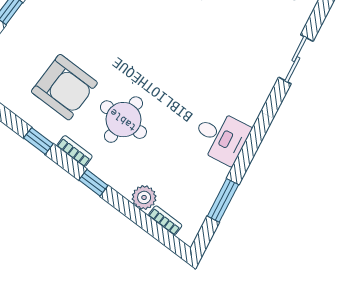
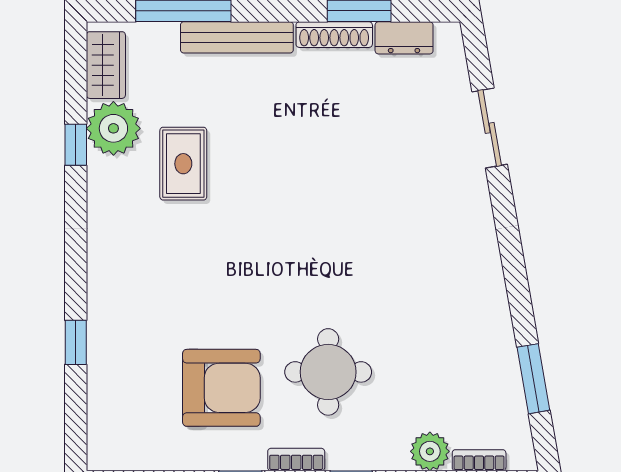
desk: (221, 137) -> (469, 299), removed

